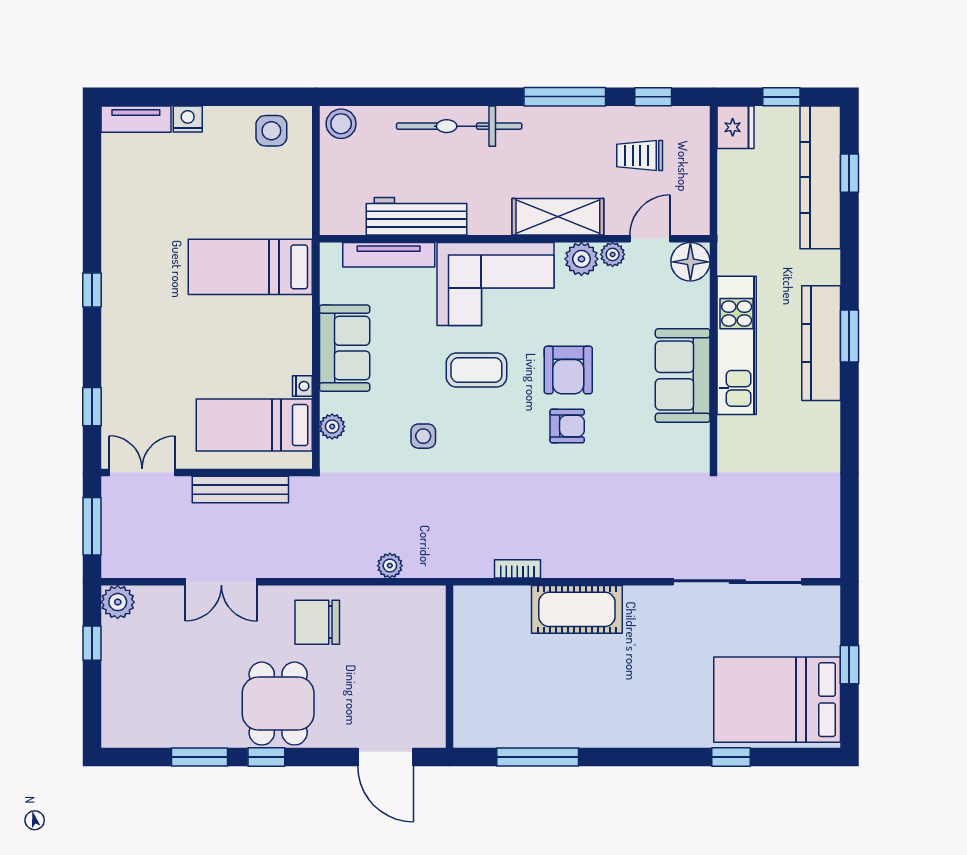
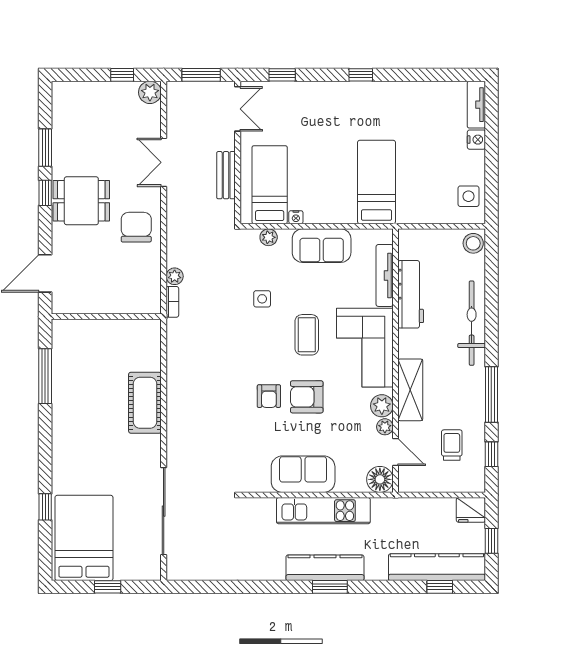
bench: (240, 489) -> (226, 175), width x0.73
bookcase: (517, 569) -> (172, 302), moved

